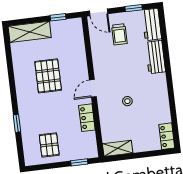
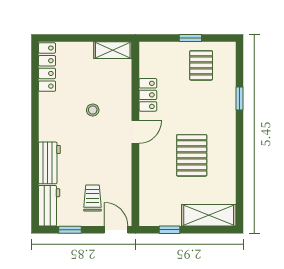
locker: (167, 136) -> (47, 67), width x1.53
window: (79, 162) -> (190, 38), moved

